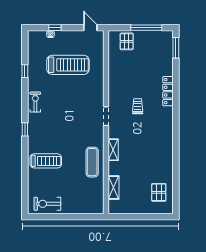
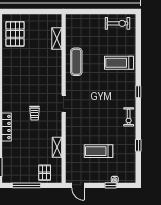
treadmill: (68, 65) -> (99, 151), width x0.73, depth x0.73
shelving: (113, 150) -> (57, 147), moved
pallet: (159, 192) -> (15, 34), width x1.50, depth x1.42

